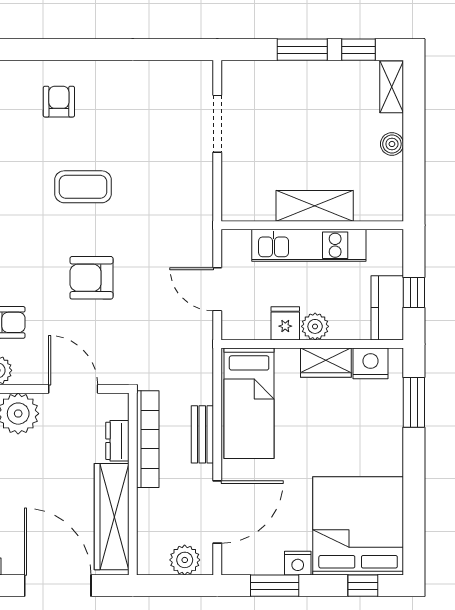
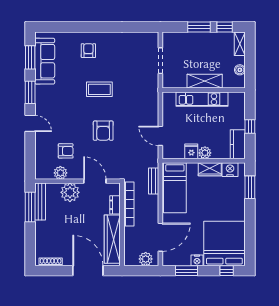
shelving: (315, 206) -> (205, 81), moved
wall: (312, 225) -> (204, 90), moved
kitchen unit: (309, 245) -> (202, 99), moved
armchair: (91, 278) -> (103, 131), turned -90
window: (414, 293) -> (250, 127), moved
bench: (202, 434) -> (154, 181), moved

